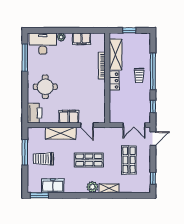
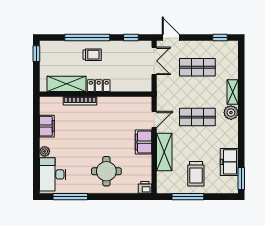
window: (129, 30) -> (36, 54), moved
printer: (35, 113) -> (145, 187), width x0.53, depth x0.68
shop shelf: (89, 160) -> (197, 117), turned 90

